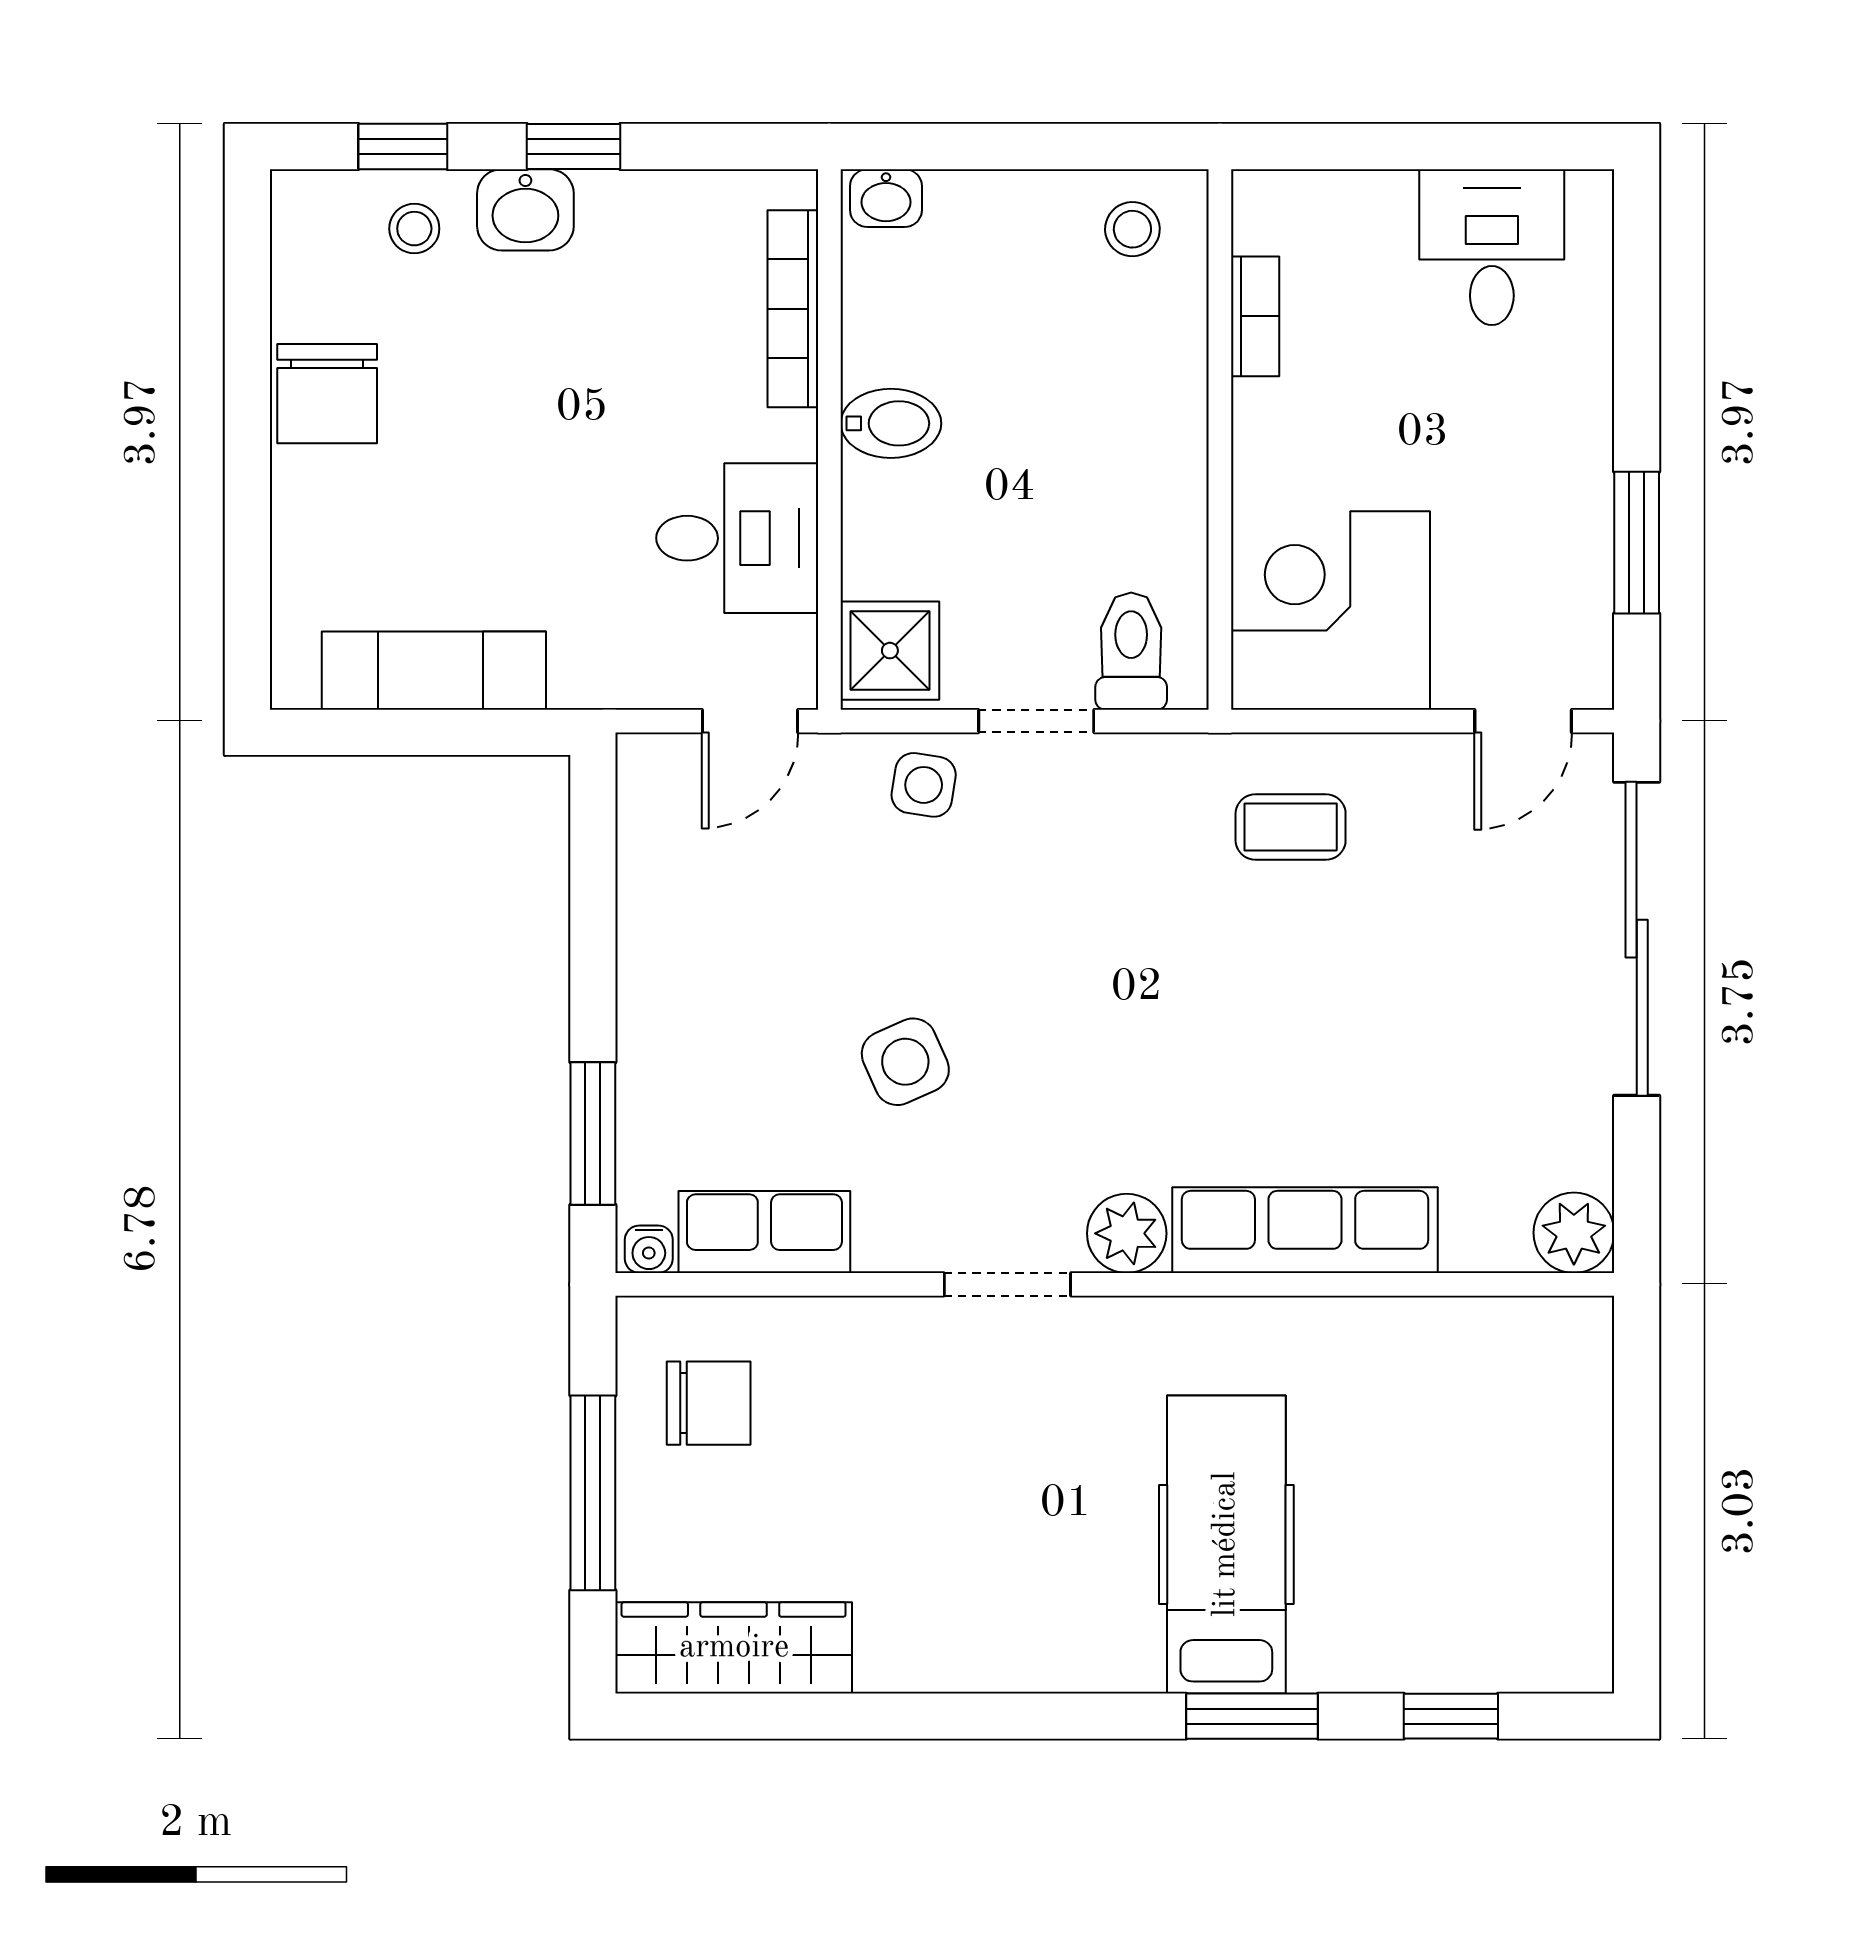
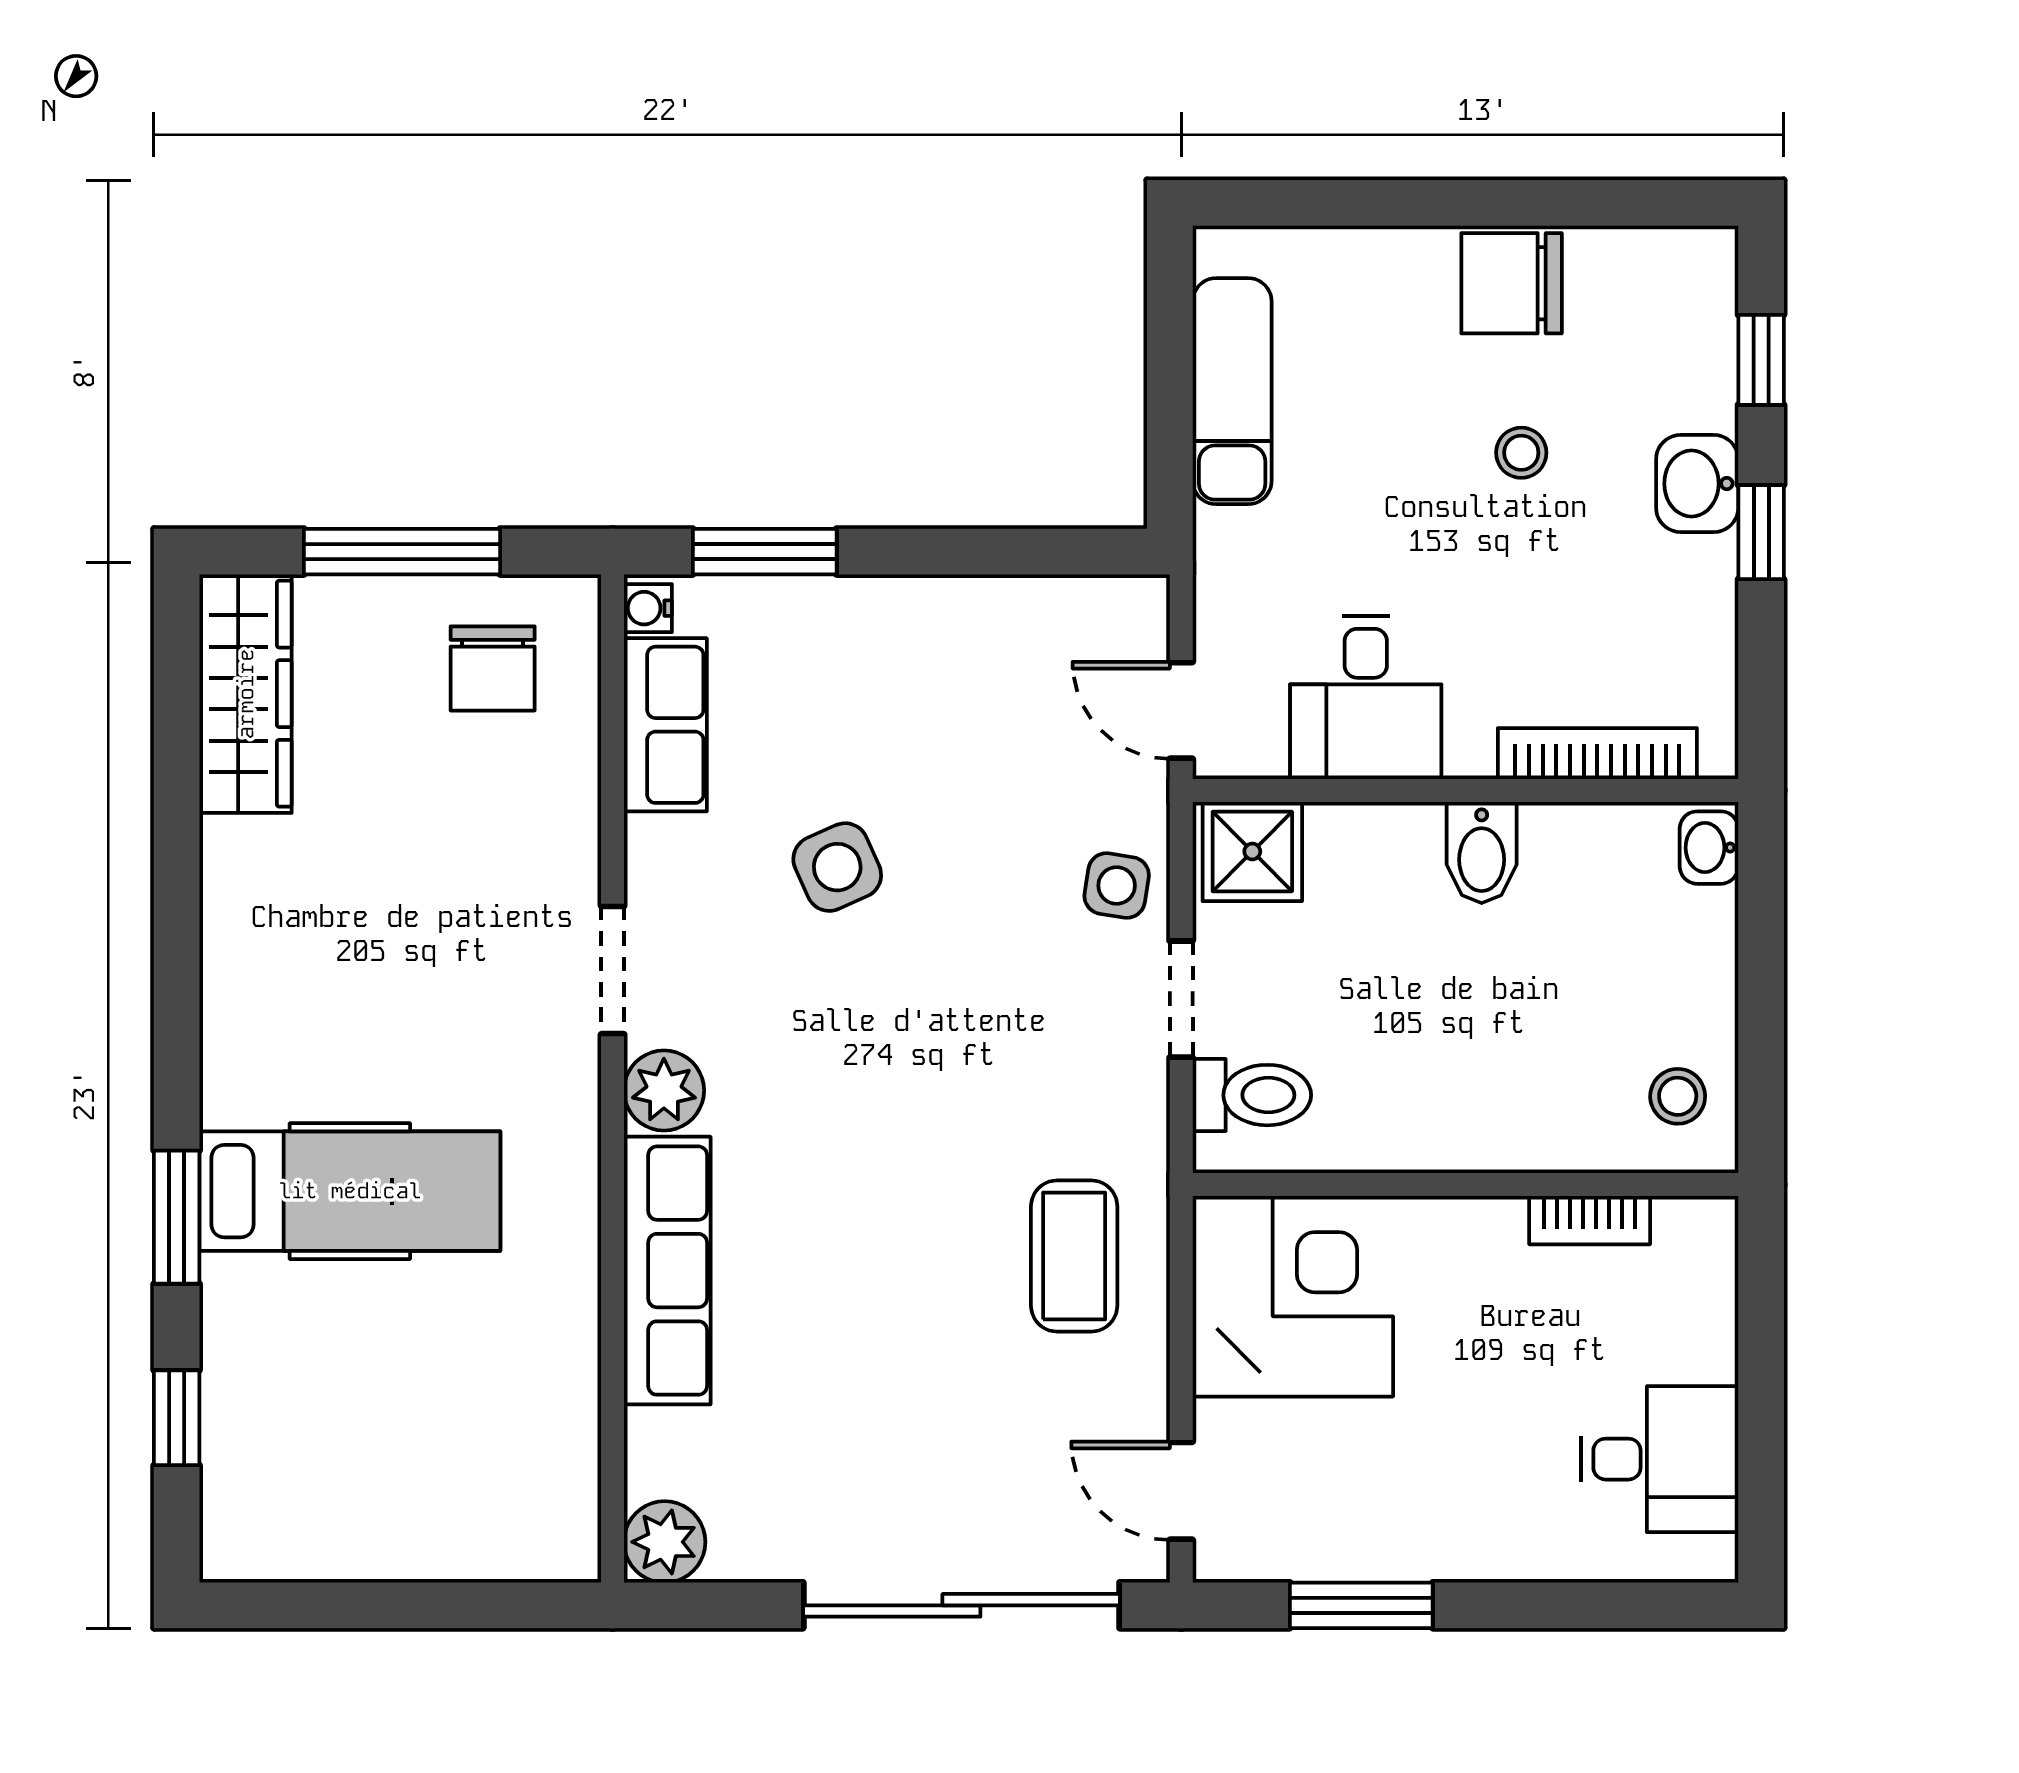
stool: (414, 229) -> (1521, 453), moved
coffee table: (1291, 827) -> (1074, 1256), width x1.36, depth x1.30

